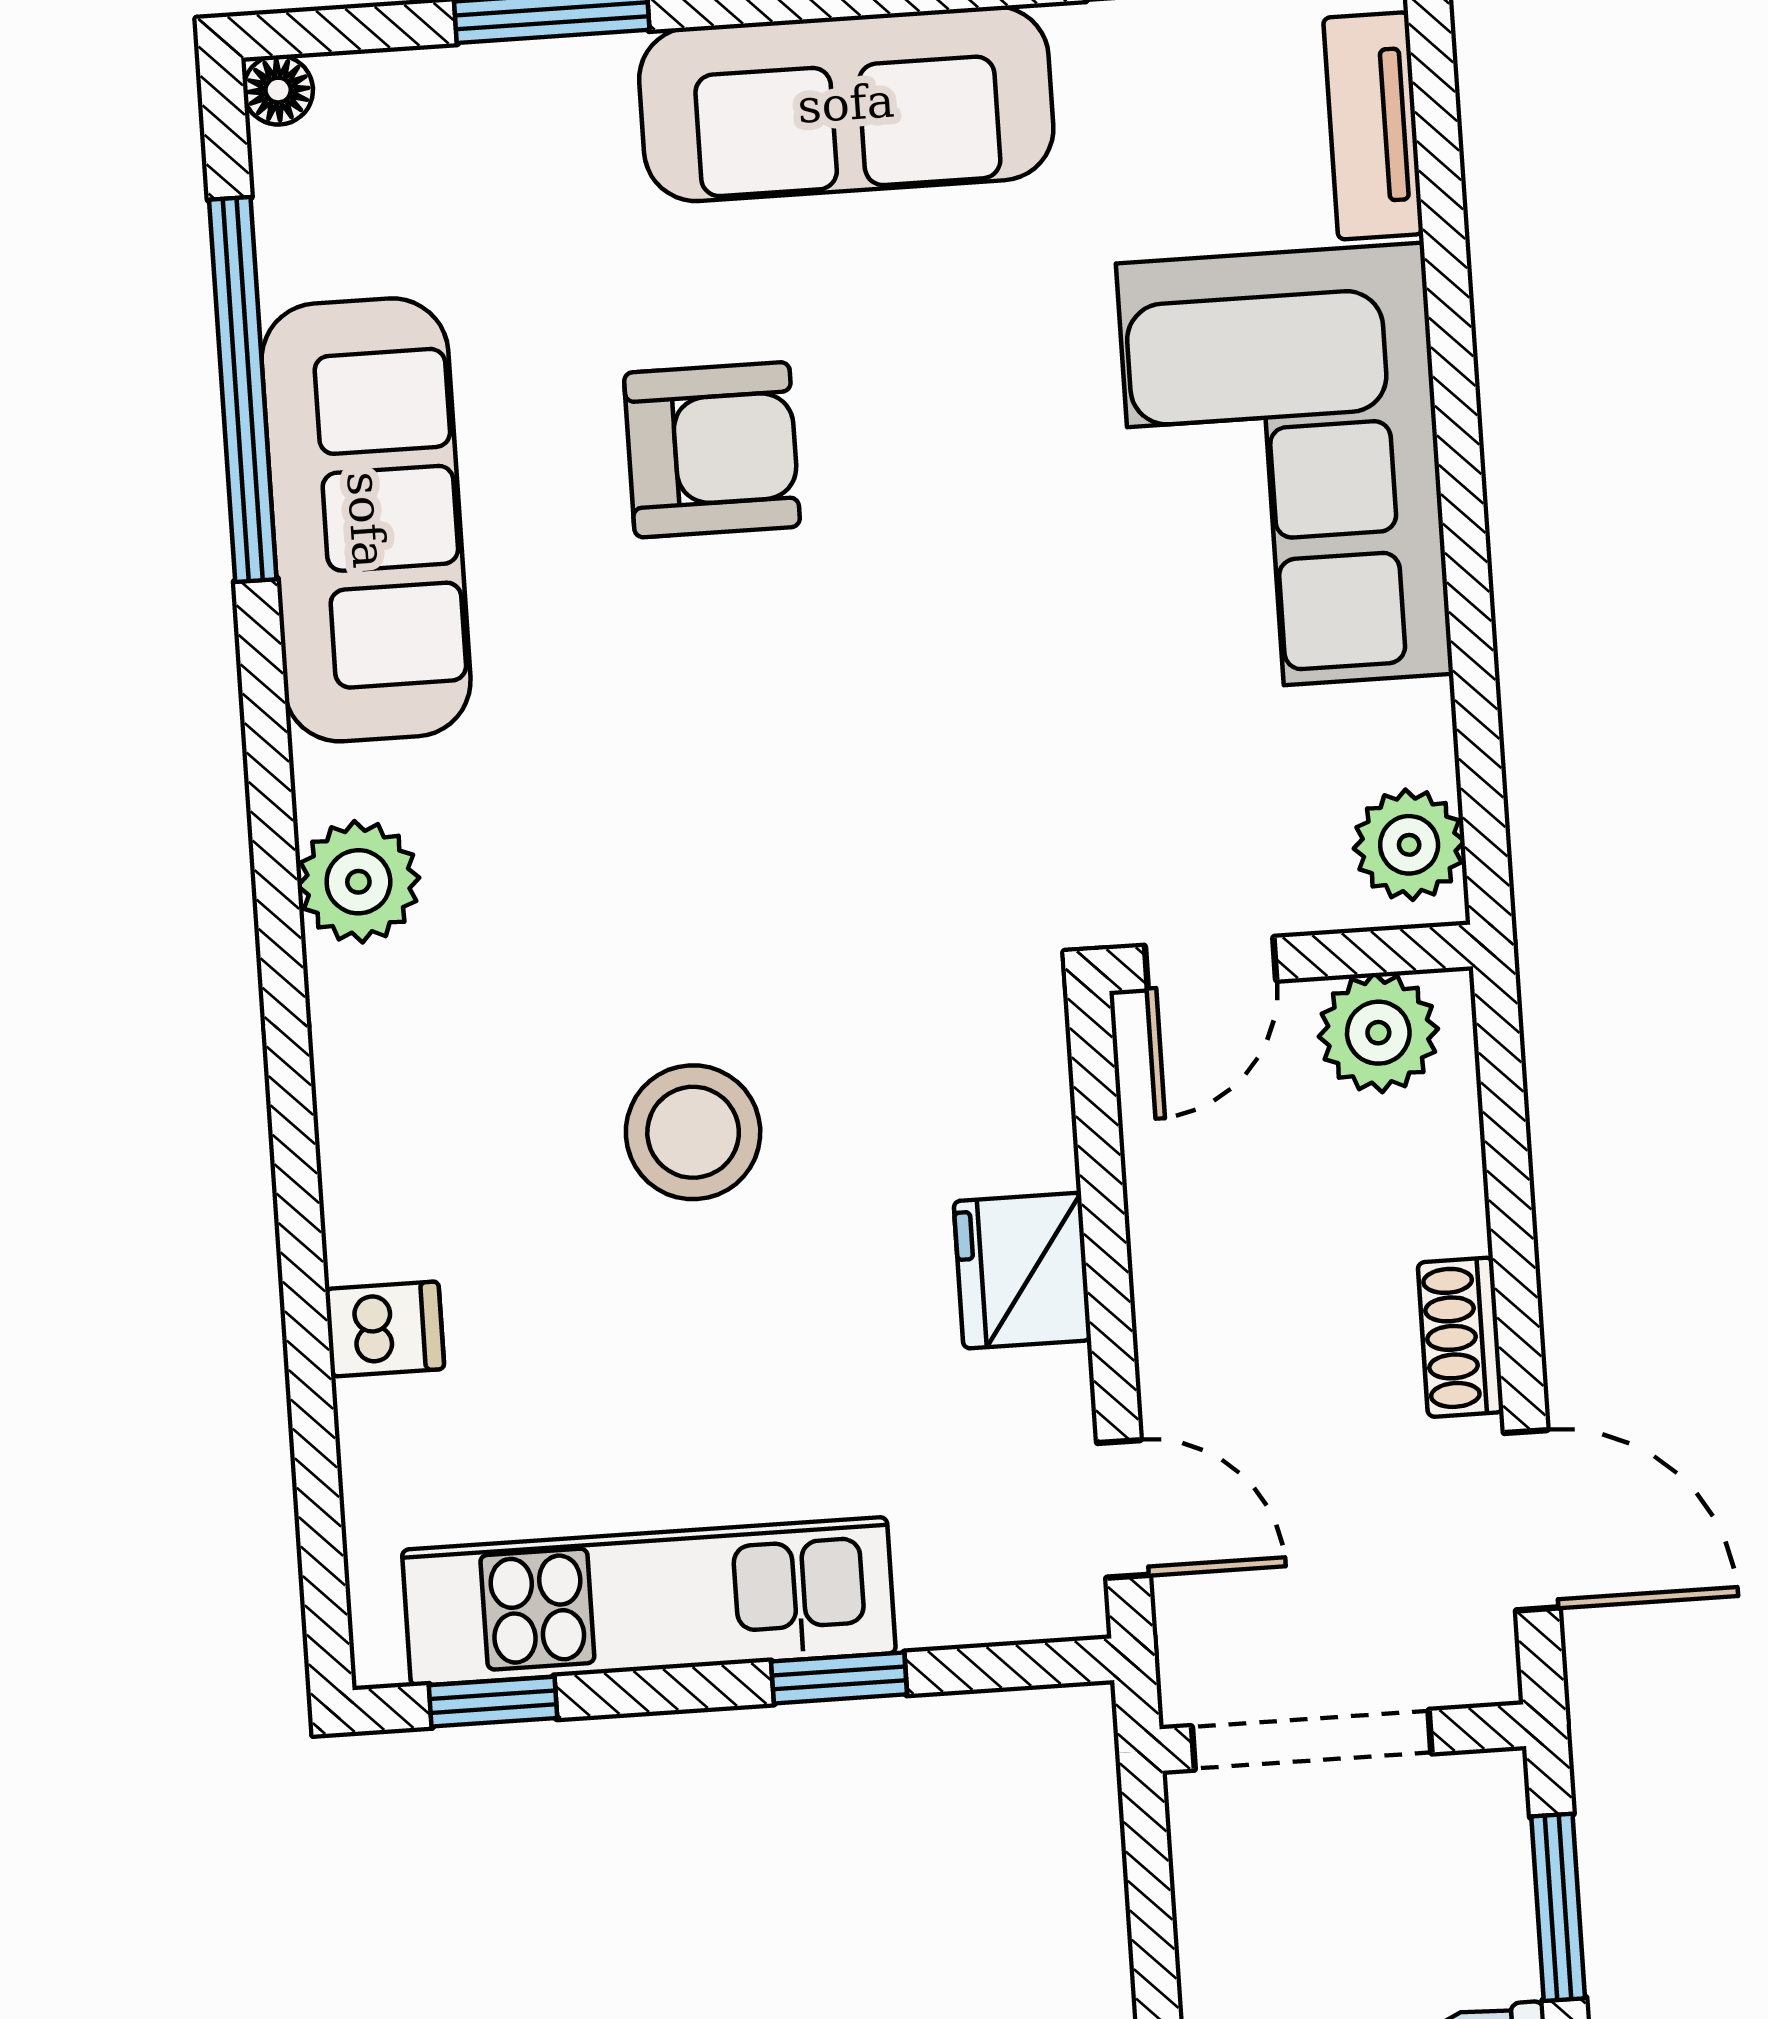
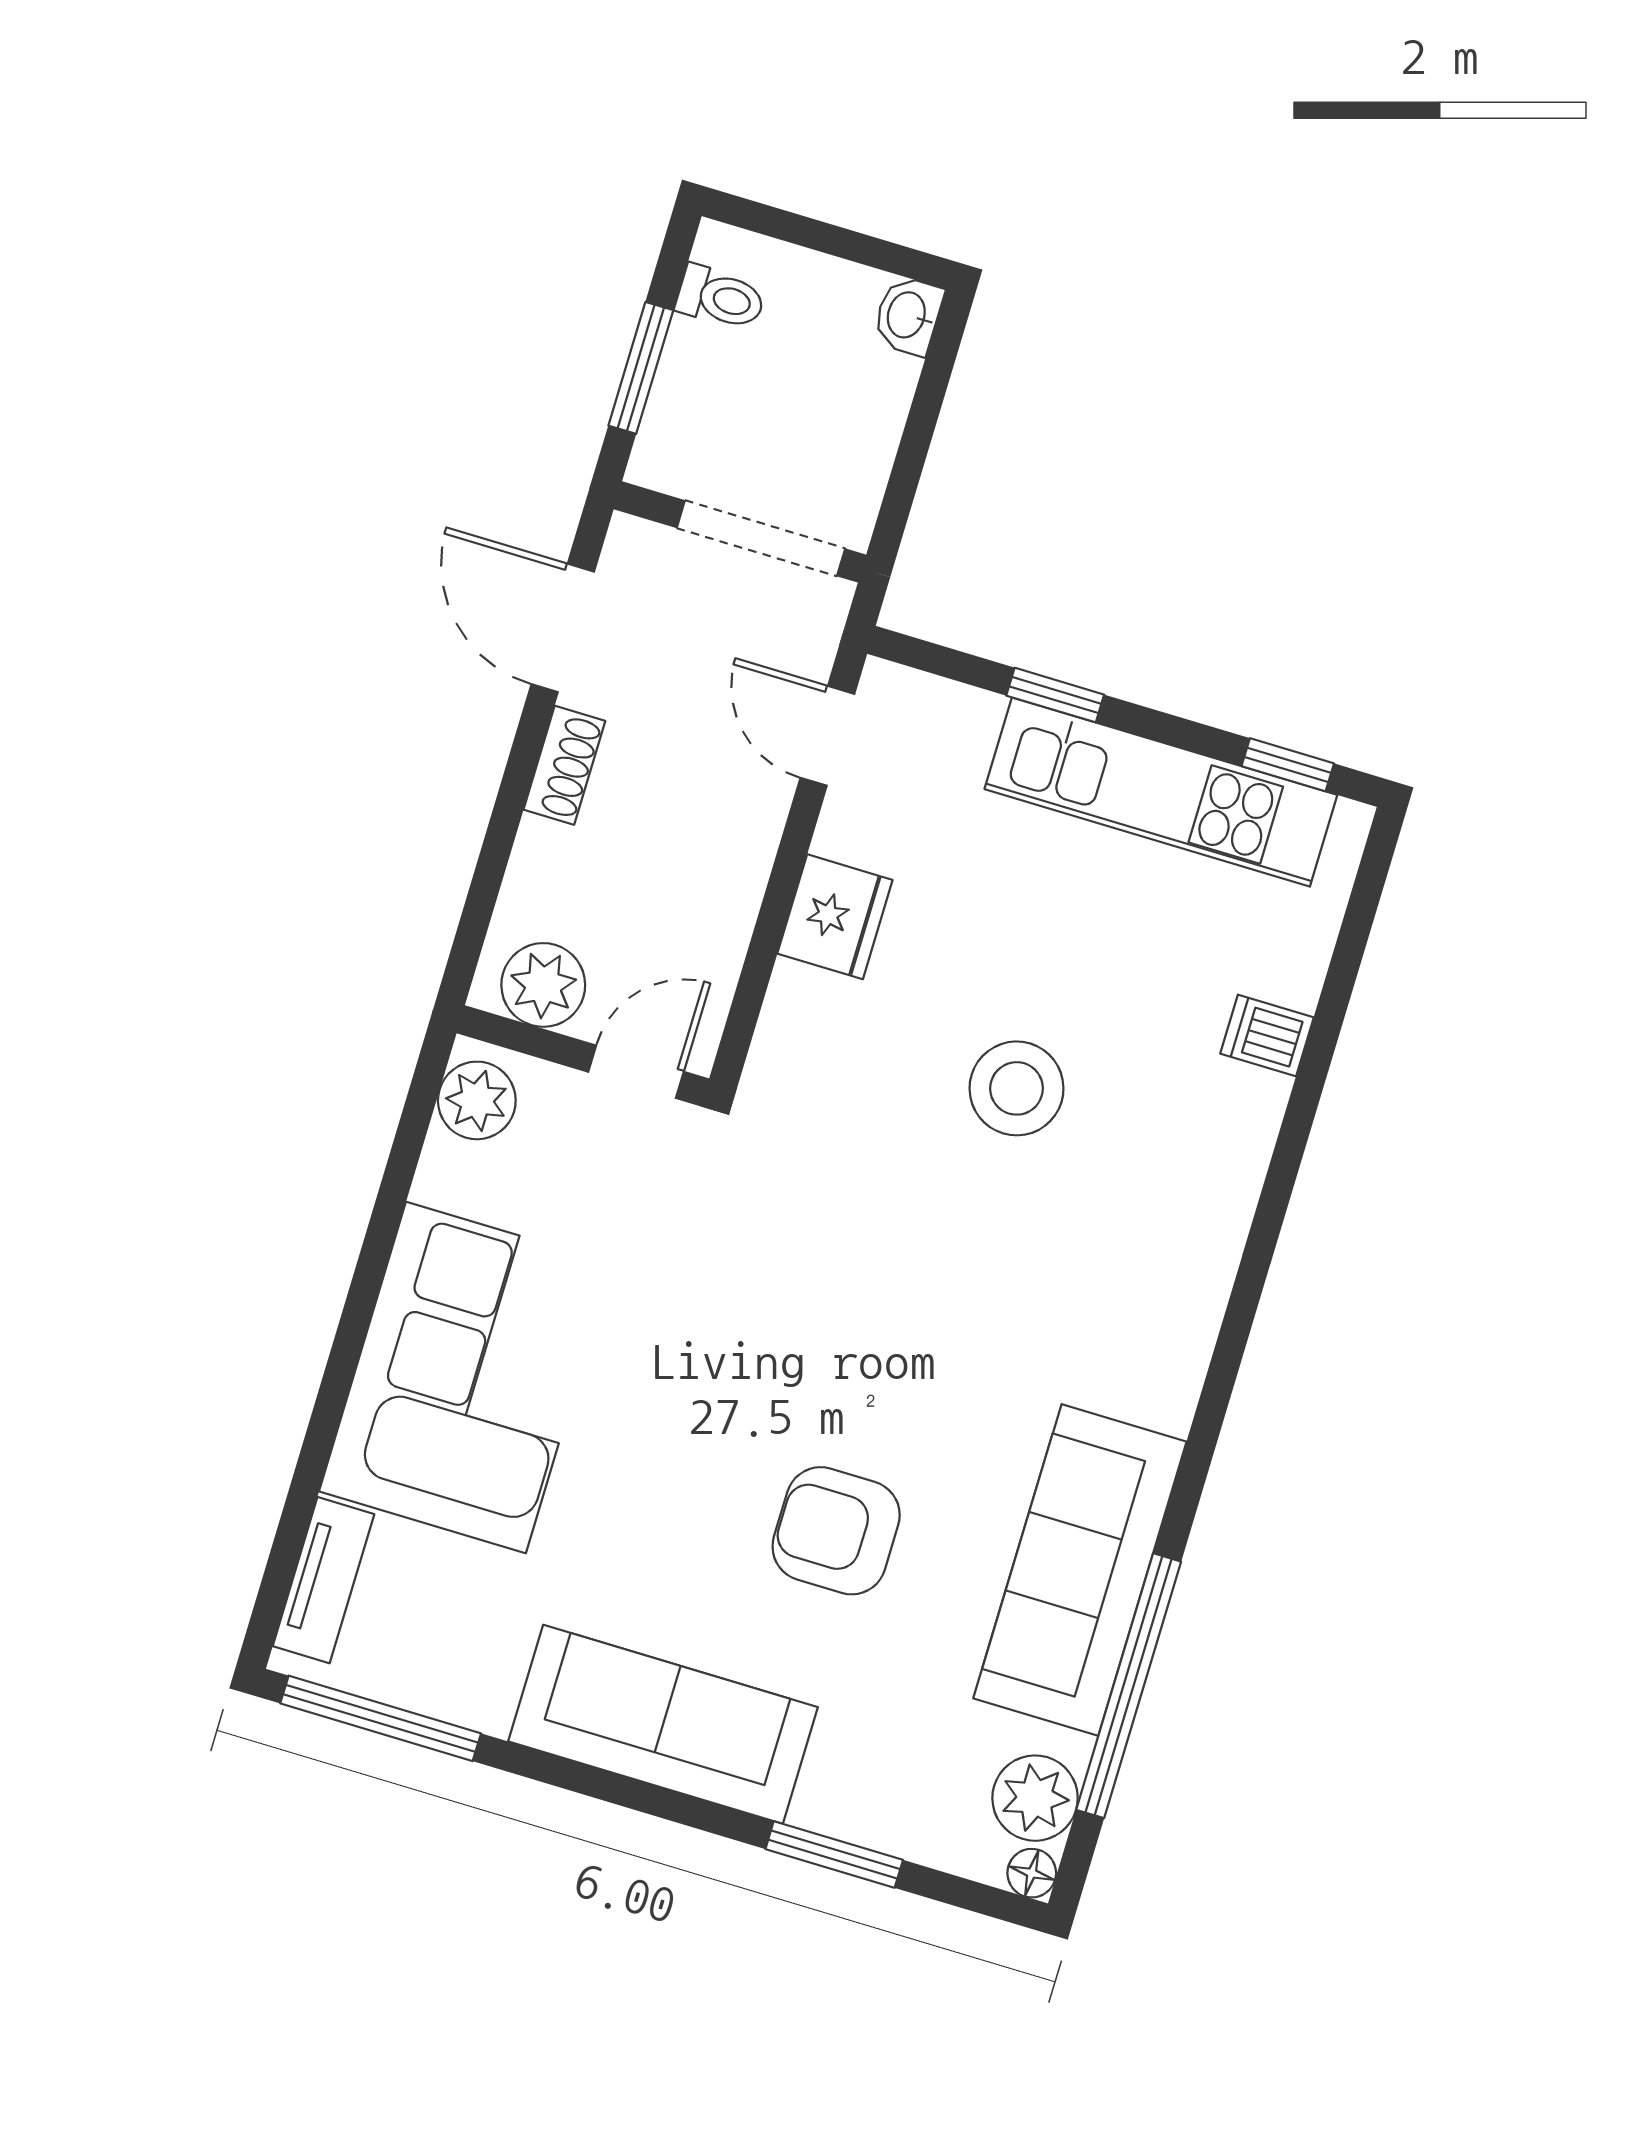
plant: (358, 882) -> (1035, 1798), moved

